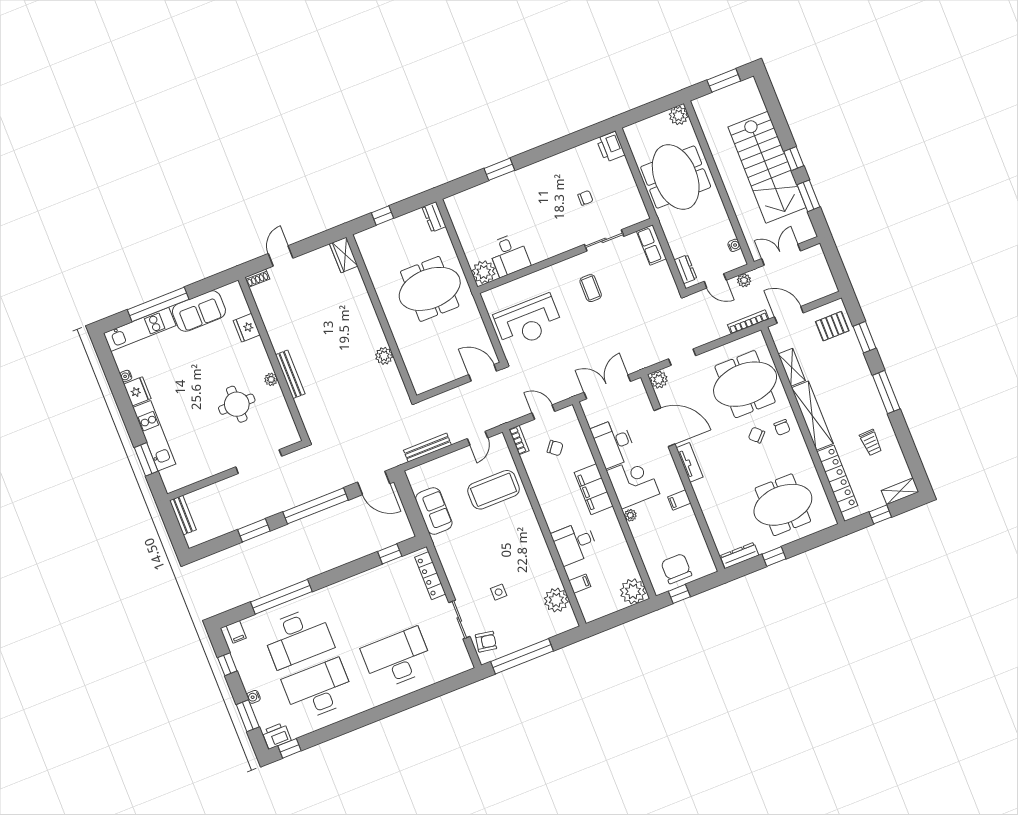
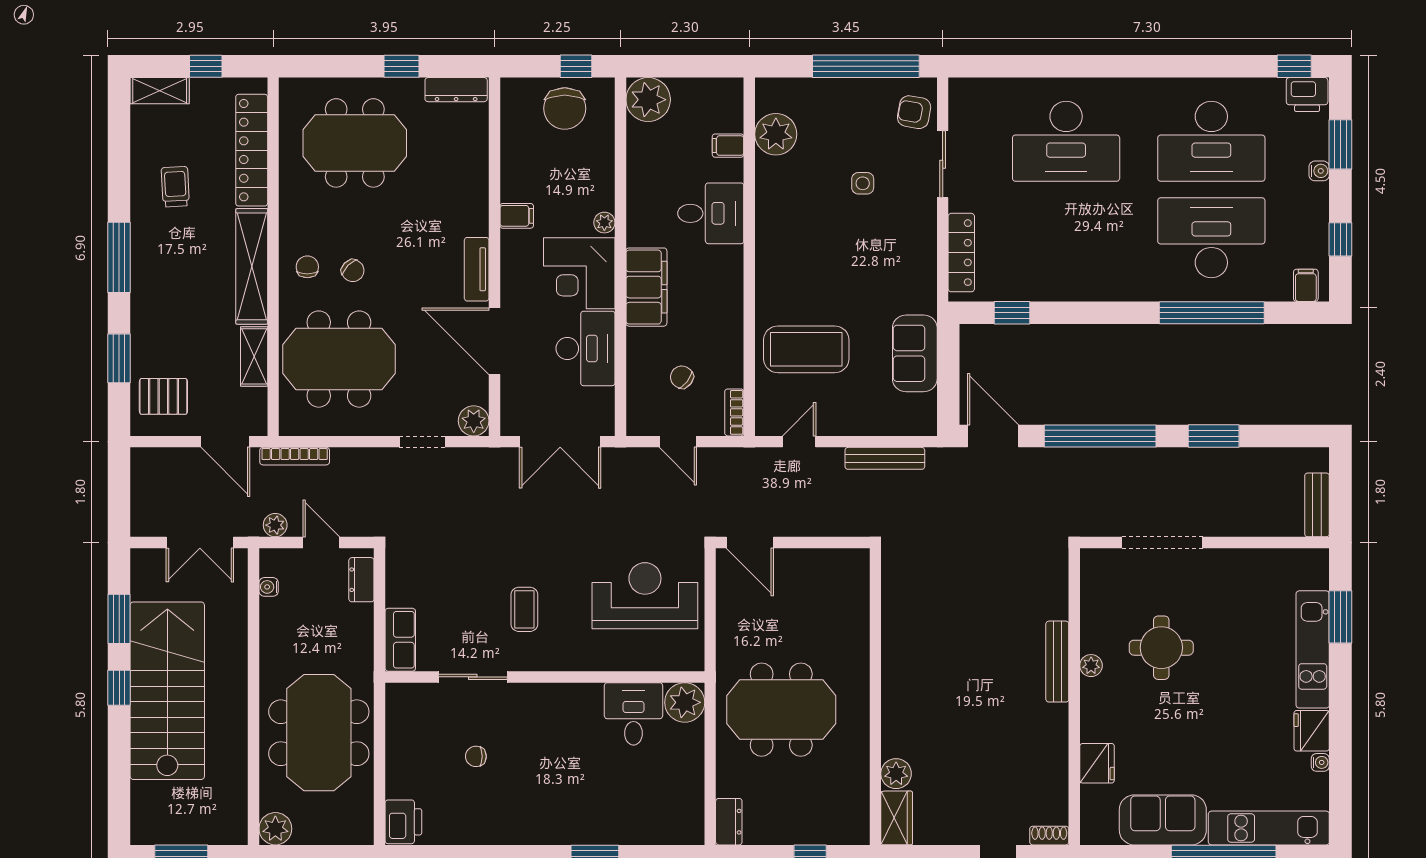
plant: (384, 356) -> (896, 774), moved

